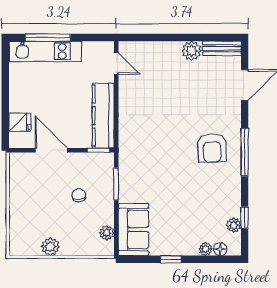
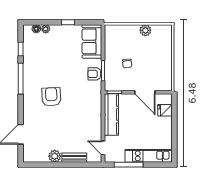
window: (48, 38) -> (129, 165), moved
bench: (222, 48) -> (74, 158), moved
armchair: (212, 148) -> (51, 97), moved
window: (245, 152) -> (21, 79), moved
armchair: (130, 179) -> (94, 74), added
plant: (234, 225) -> (28, 44), removed
plant: (107, 233) -> (109, 39), removed

